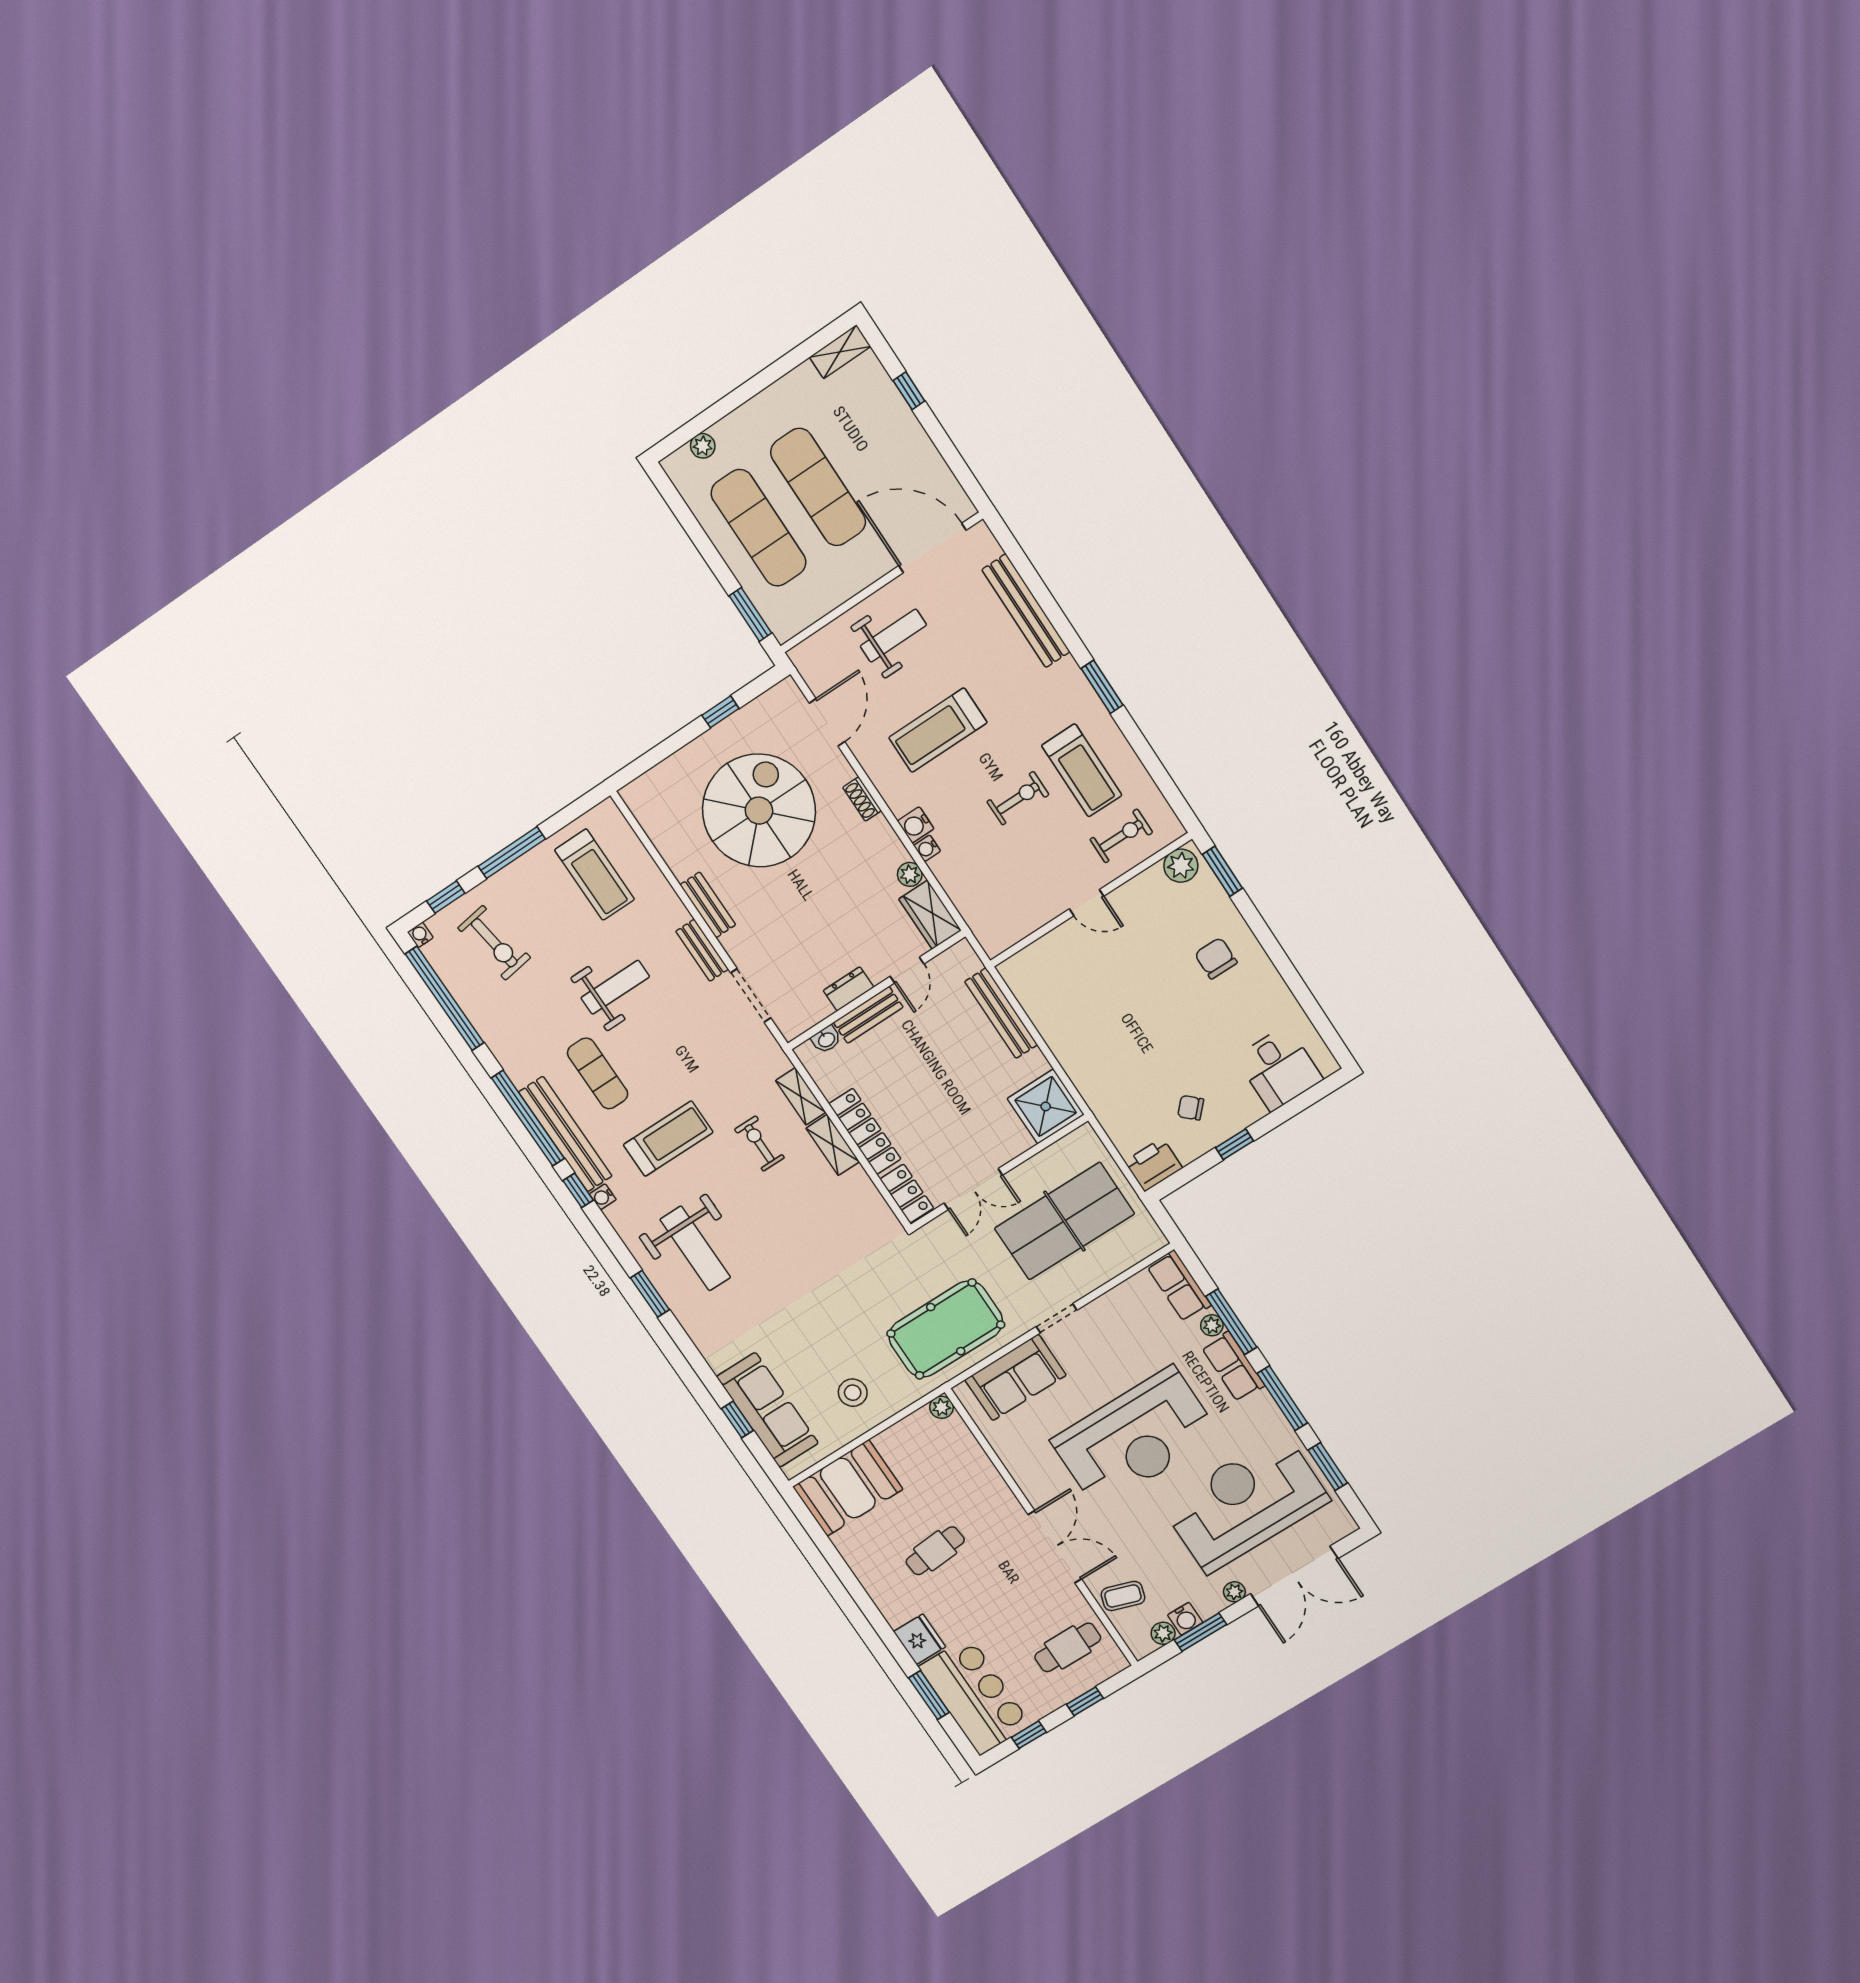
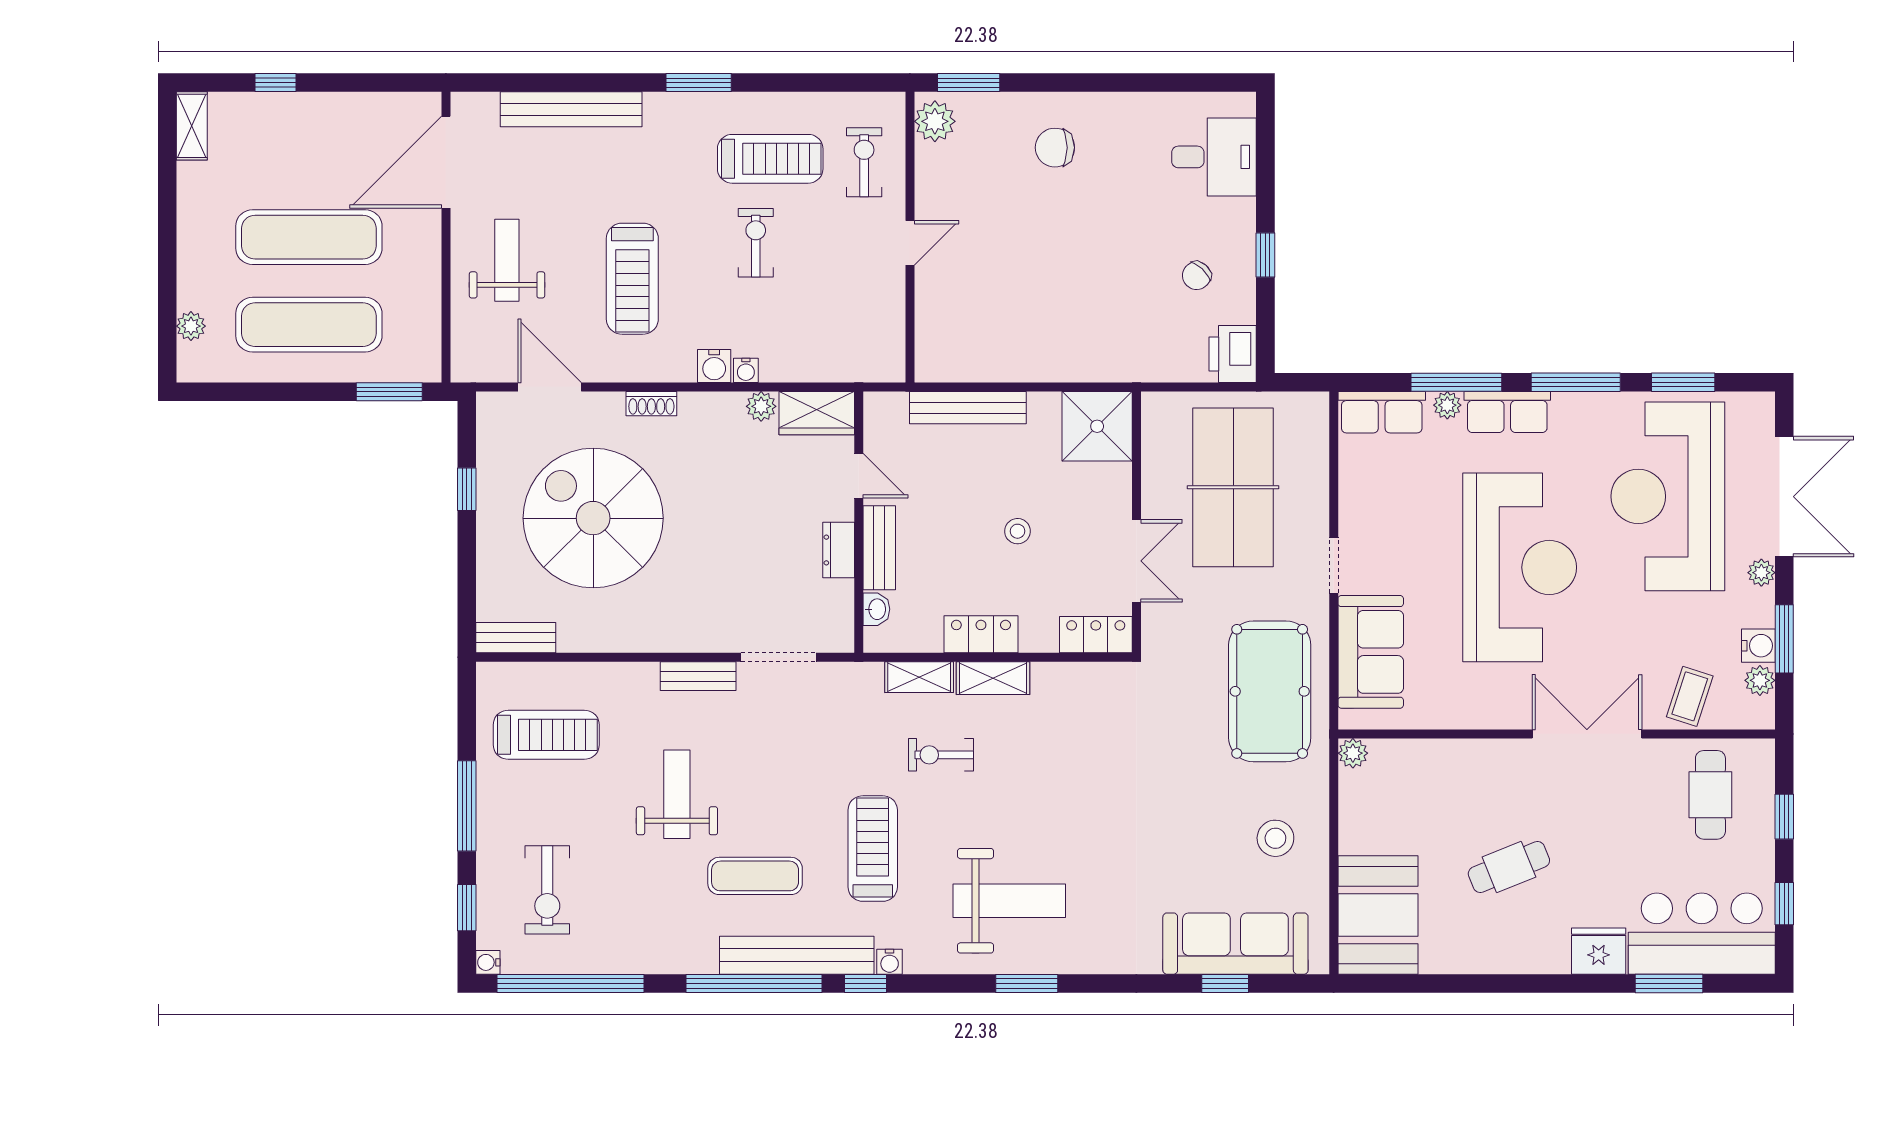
bench: (708, 905) -> (516, 638), moved
exercise bike: (494, 943) -> (547, 890), turned 98
stool: (941, 1099) -> (1017, 531), added
locker: (865, 1131) -> (981, 634), width x0.66
cafe table: (935, 1551) -> (1509, 867), turned 73

